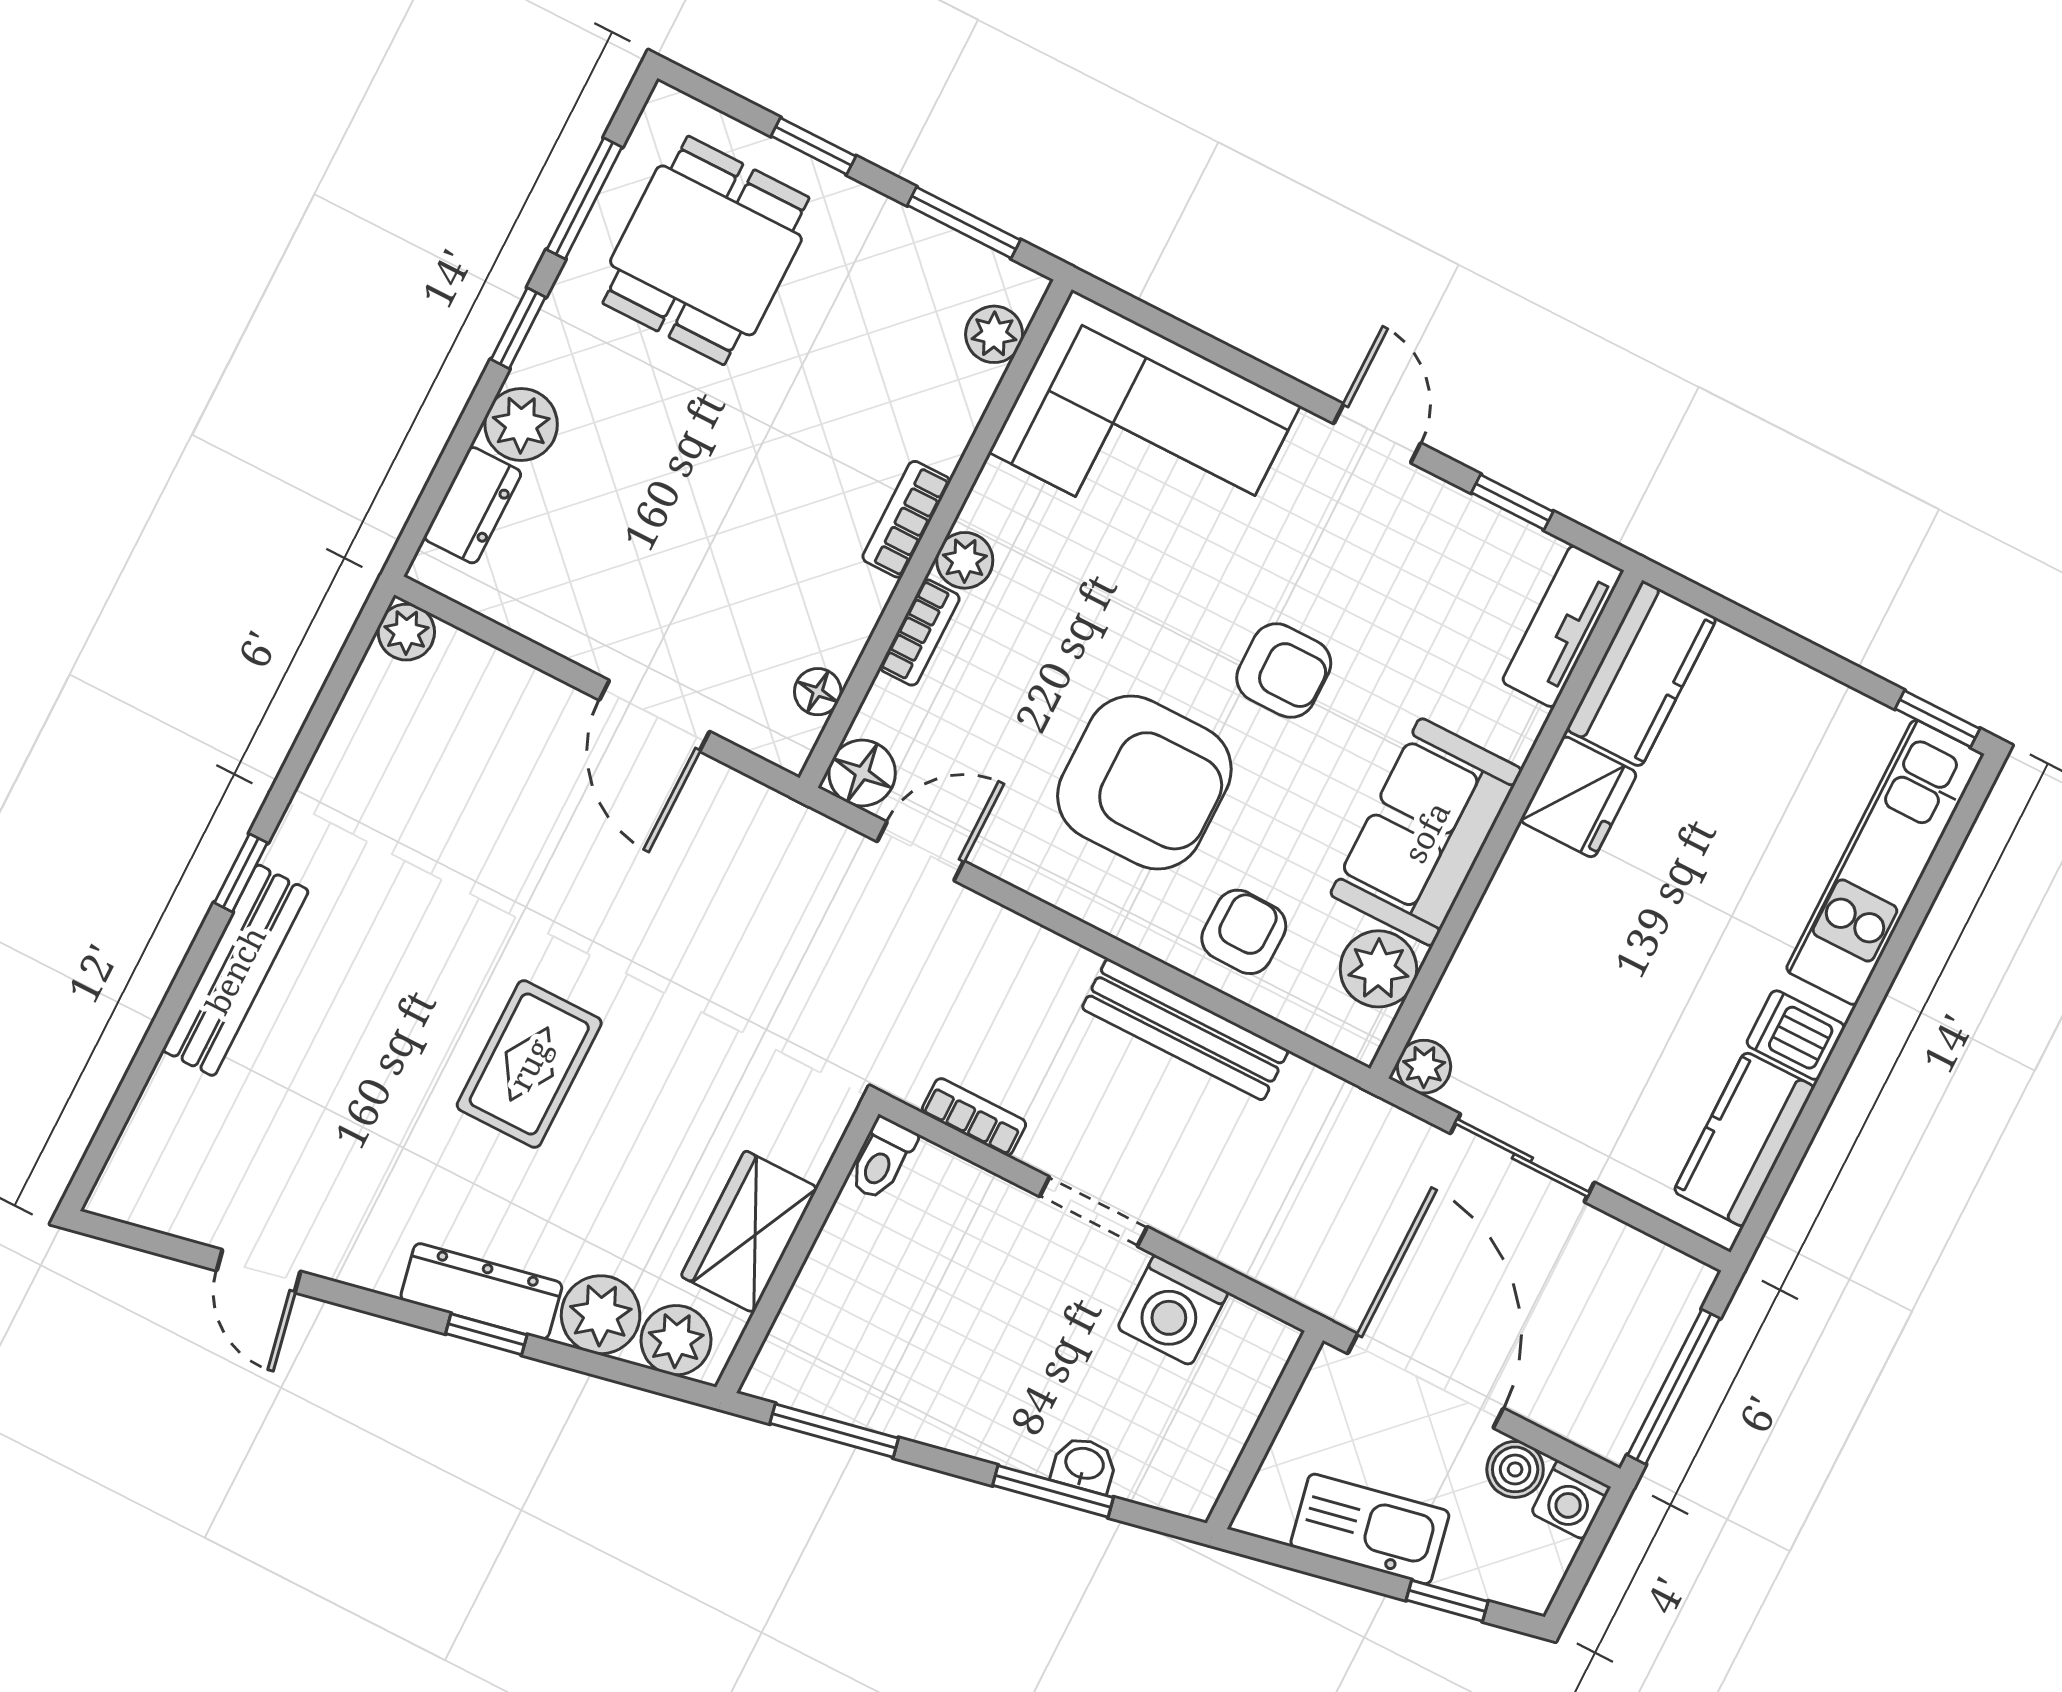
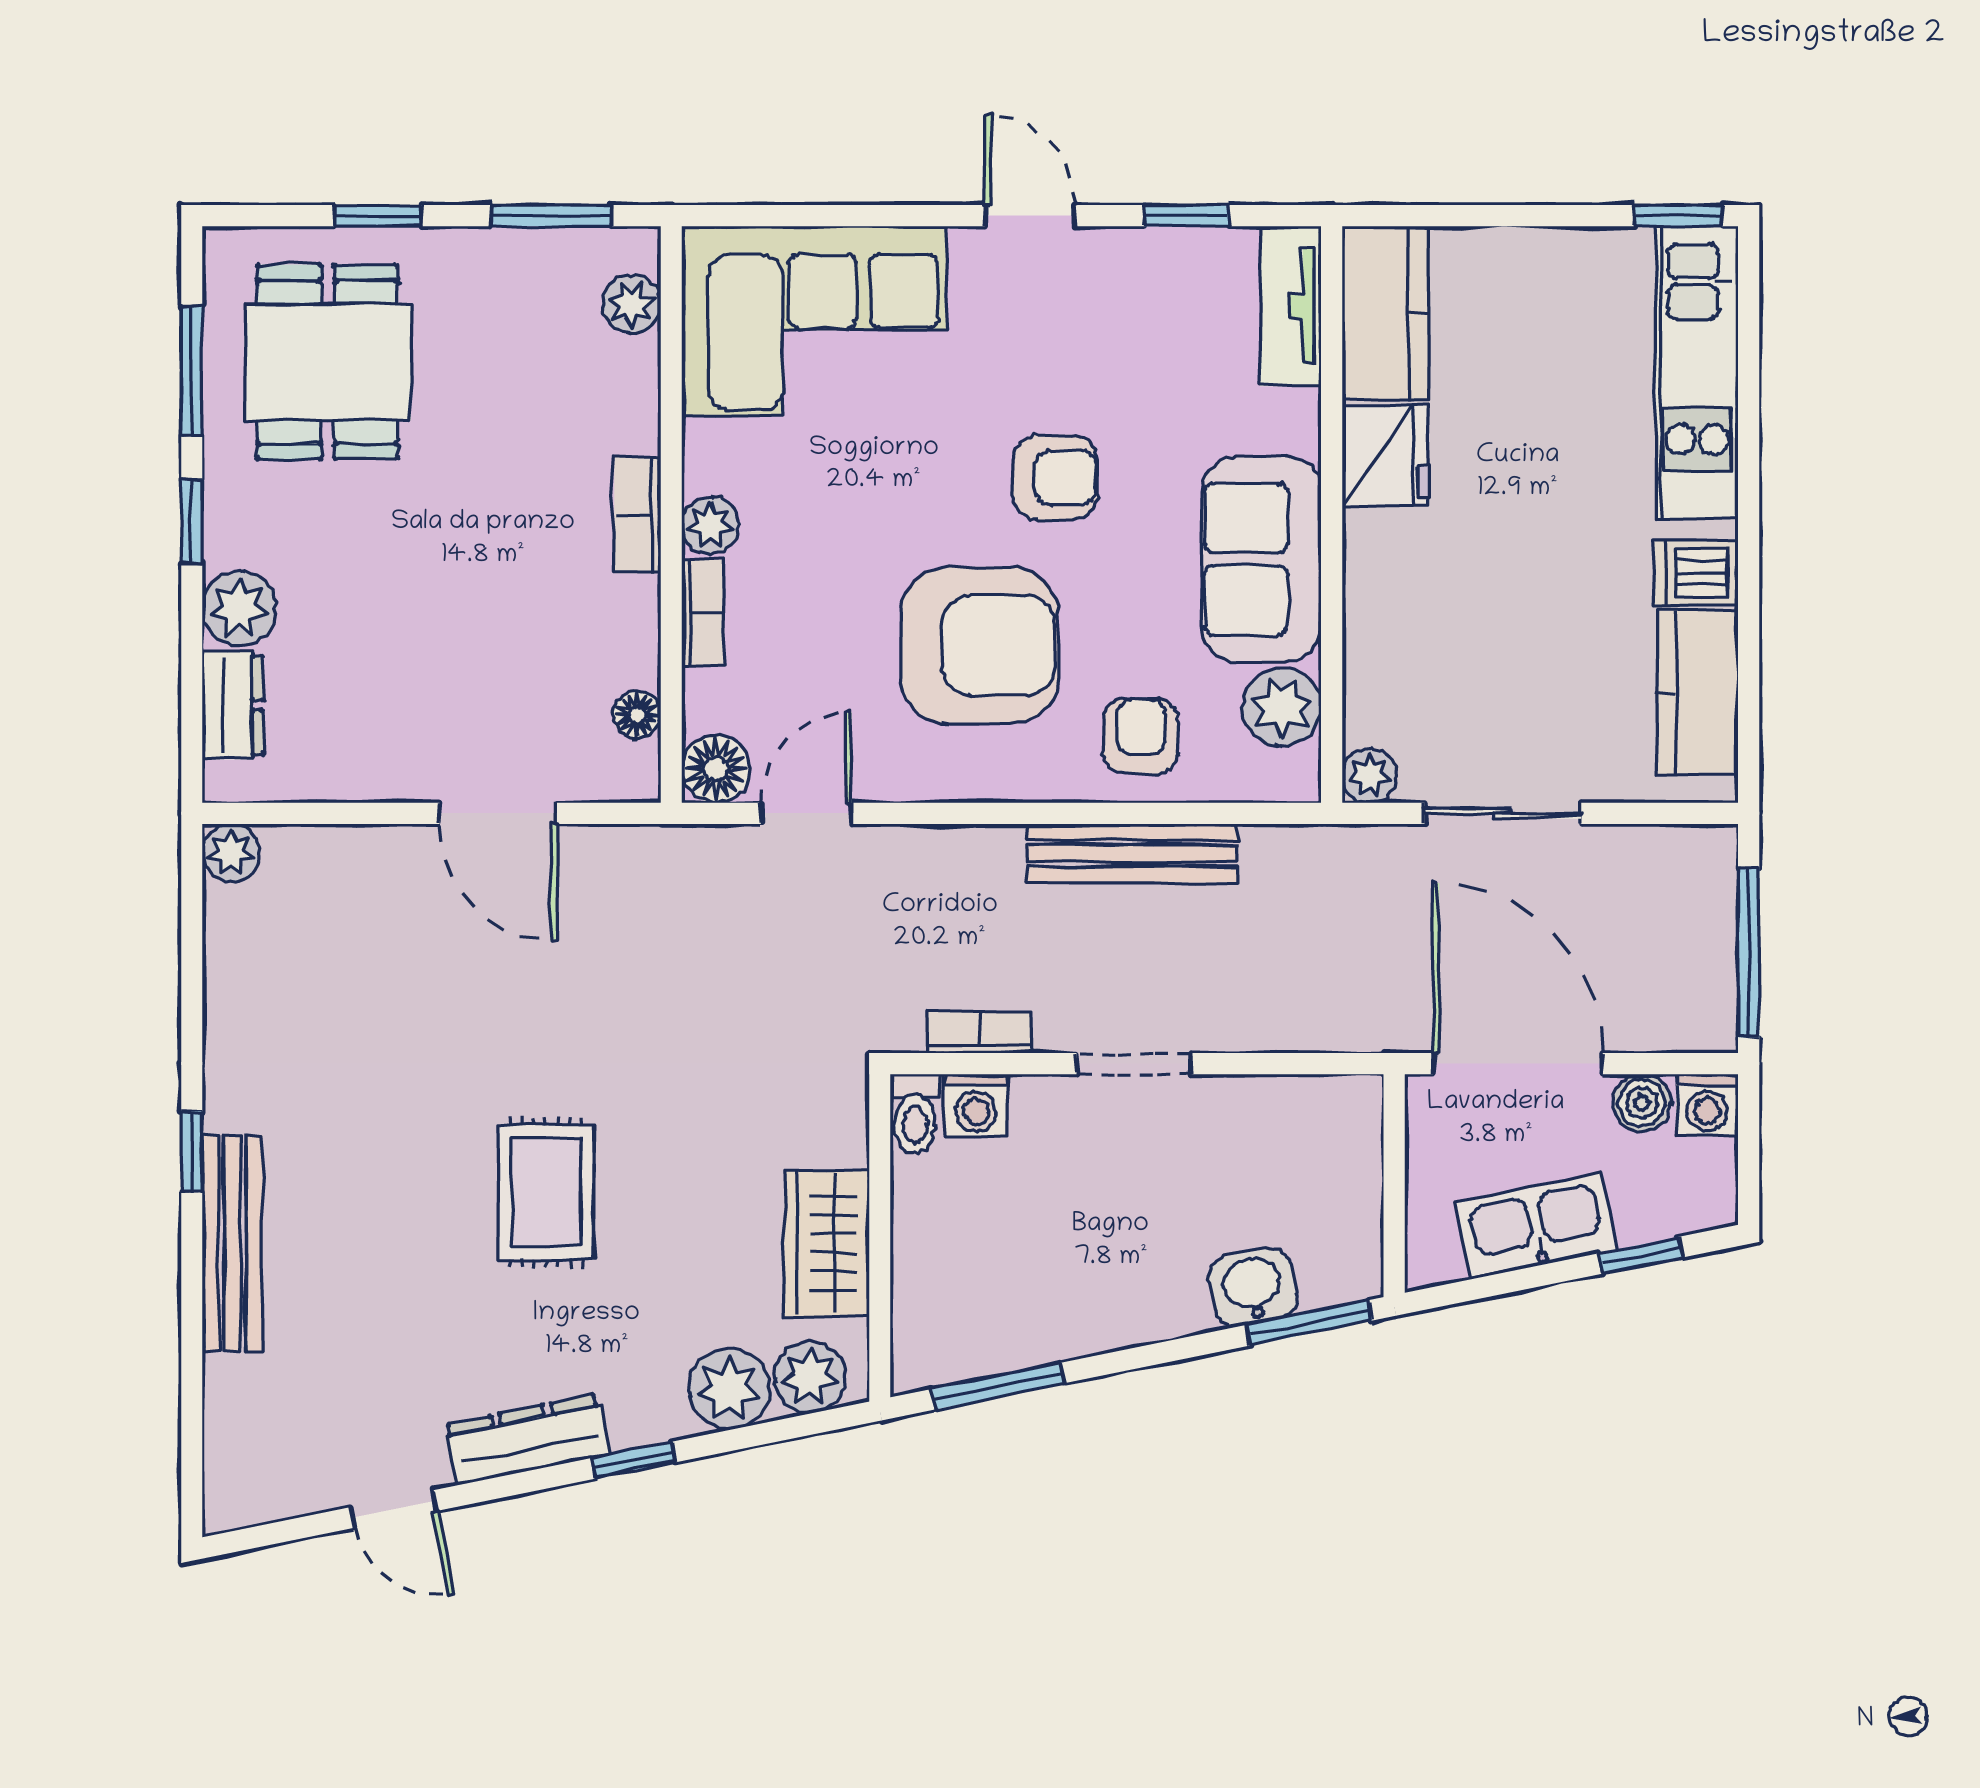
dresser: (481, 1291) -> (527, 1440), moved
washing machine: (1173, 1310) -> (976, 1105), moved, width x0.73, depth x0.73
washbasin: (1084, 1465) -> (1253, 1287), width x1.38, depth x1.45
window: (1053, 1491) -> (1309, 1323), moved

